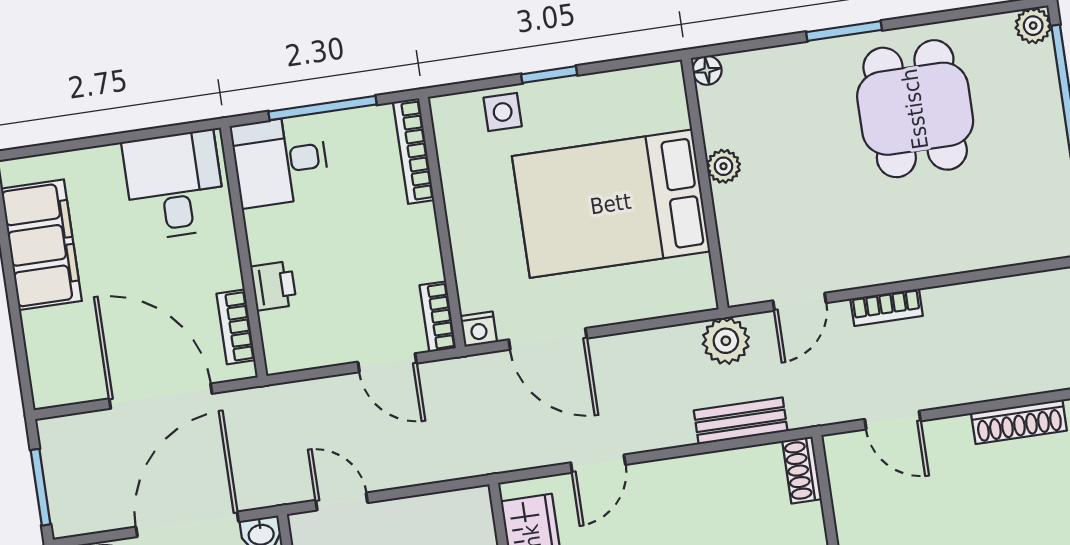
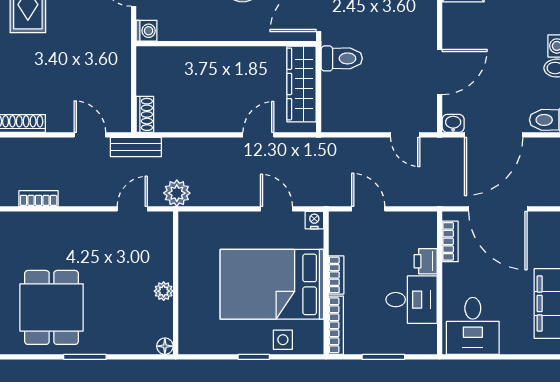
window: (322, 108) -> (383, 357), width x0.69
desk: (280, 161) -> (411, 300), moved
bed: (611, 204) -> (272, 284), moved, turned 180
bookcase: (887, 307) -> (39, 199), moved
bookcase: (438, 317) -> (336, 275), moved
door: (548, 339) -> (276, 209), width x0.73
bench: (741, 421) -> (136, 147), moved

